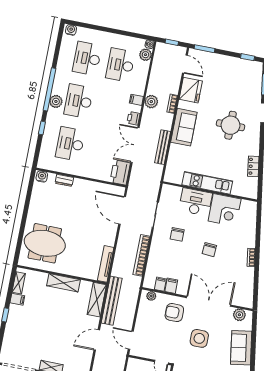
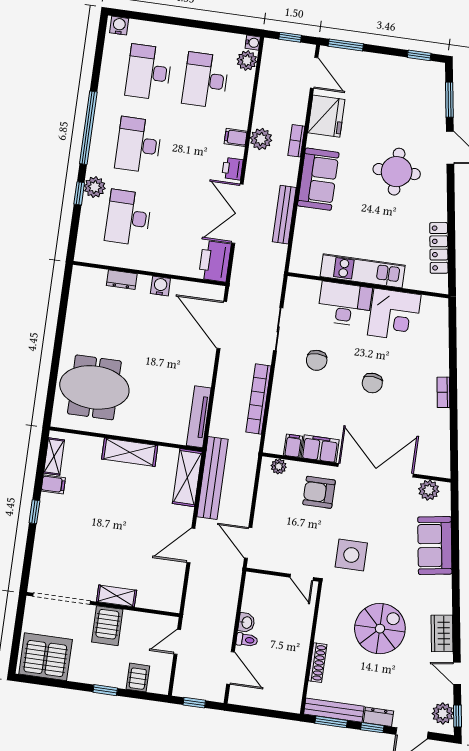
plant: (56, 101) -> (95, 187), moved
locker: (253, 166) -> (439, 248), width x1.53
water cooler: (42, 176) -> (160, 286), moved
filing cabinet: (171, 286) -> (320, 449), width x2.00
side table: (199, 338) -> (351, 555), moved

